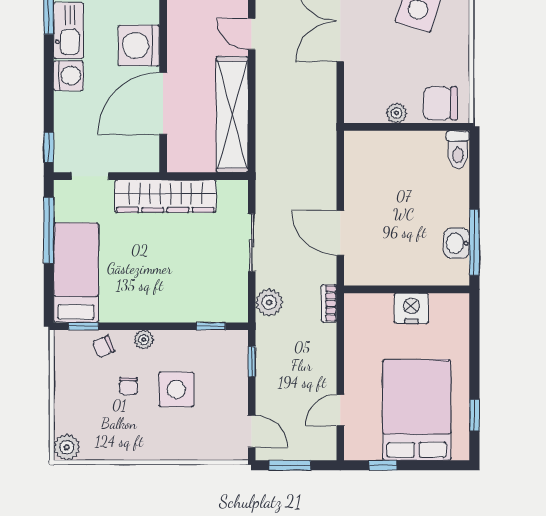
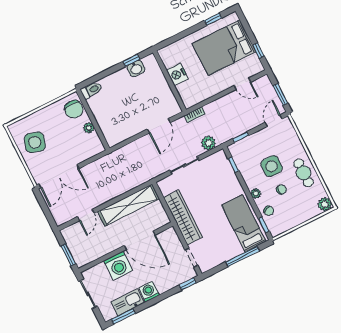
window: (49, 230) -> (243, 256), moved
window: (474, 242) -> (131, 60), width x0.46
bed: (76, 273) -> (244, 223), moved, turned 90
cafe table: (138, 438) -> (304, 173), added

